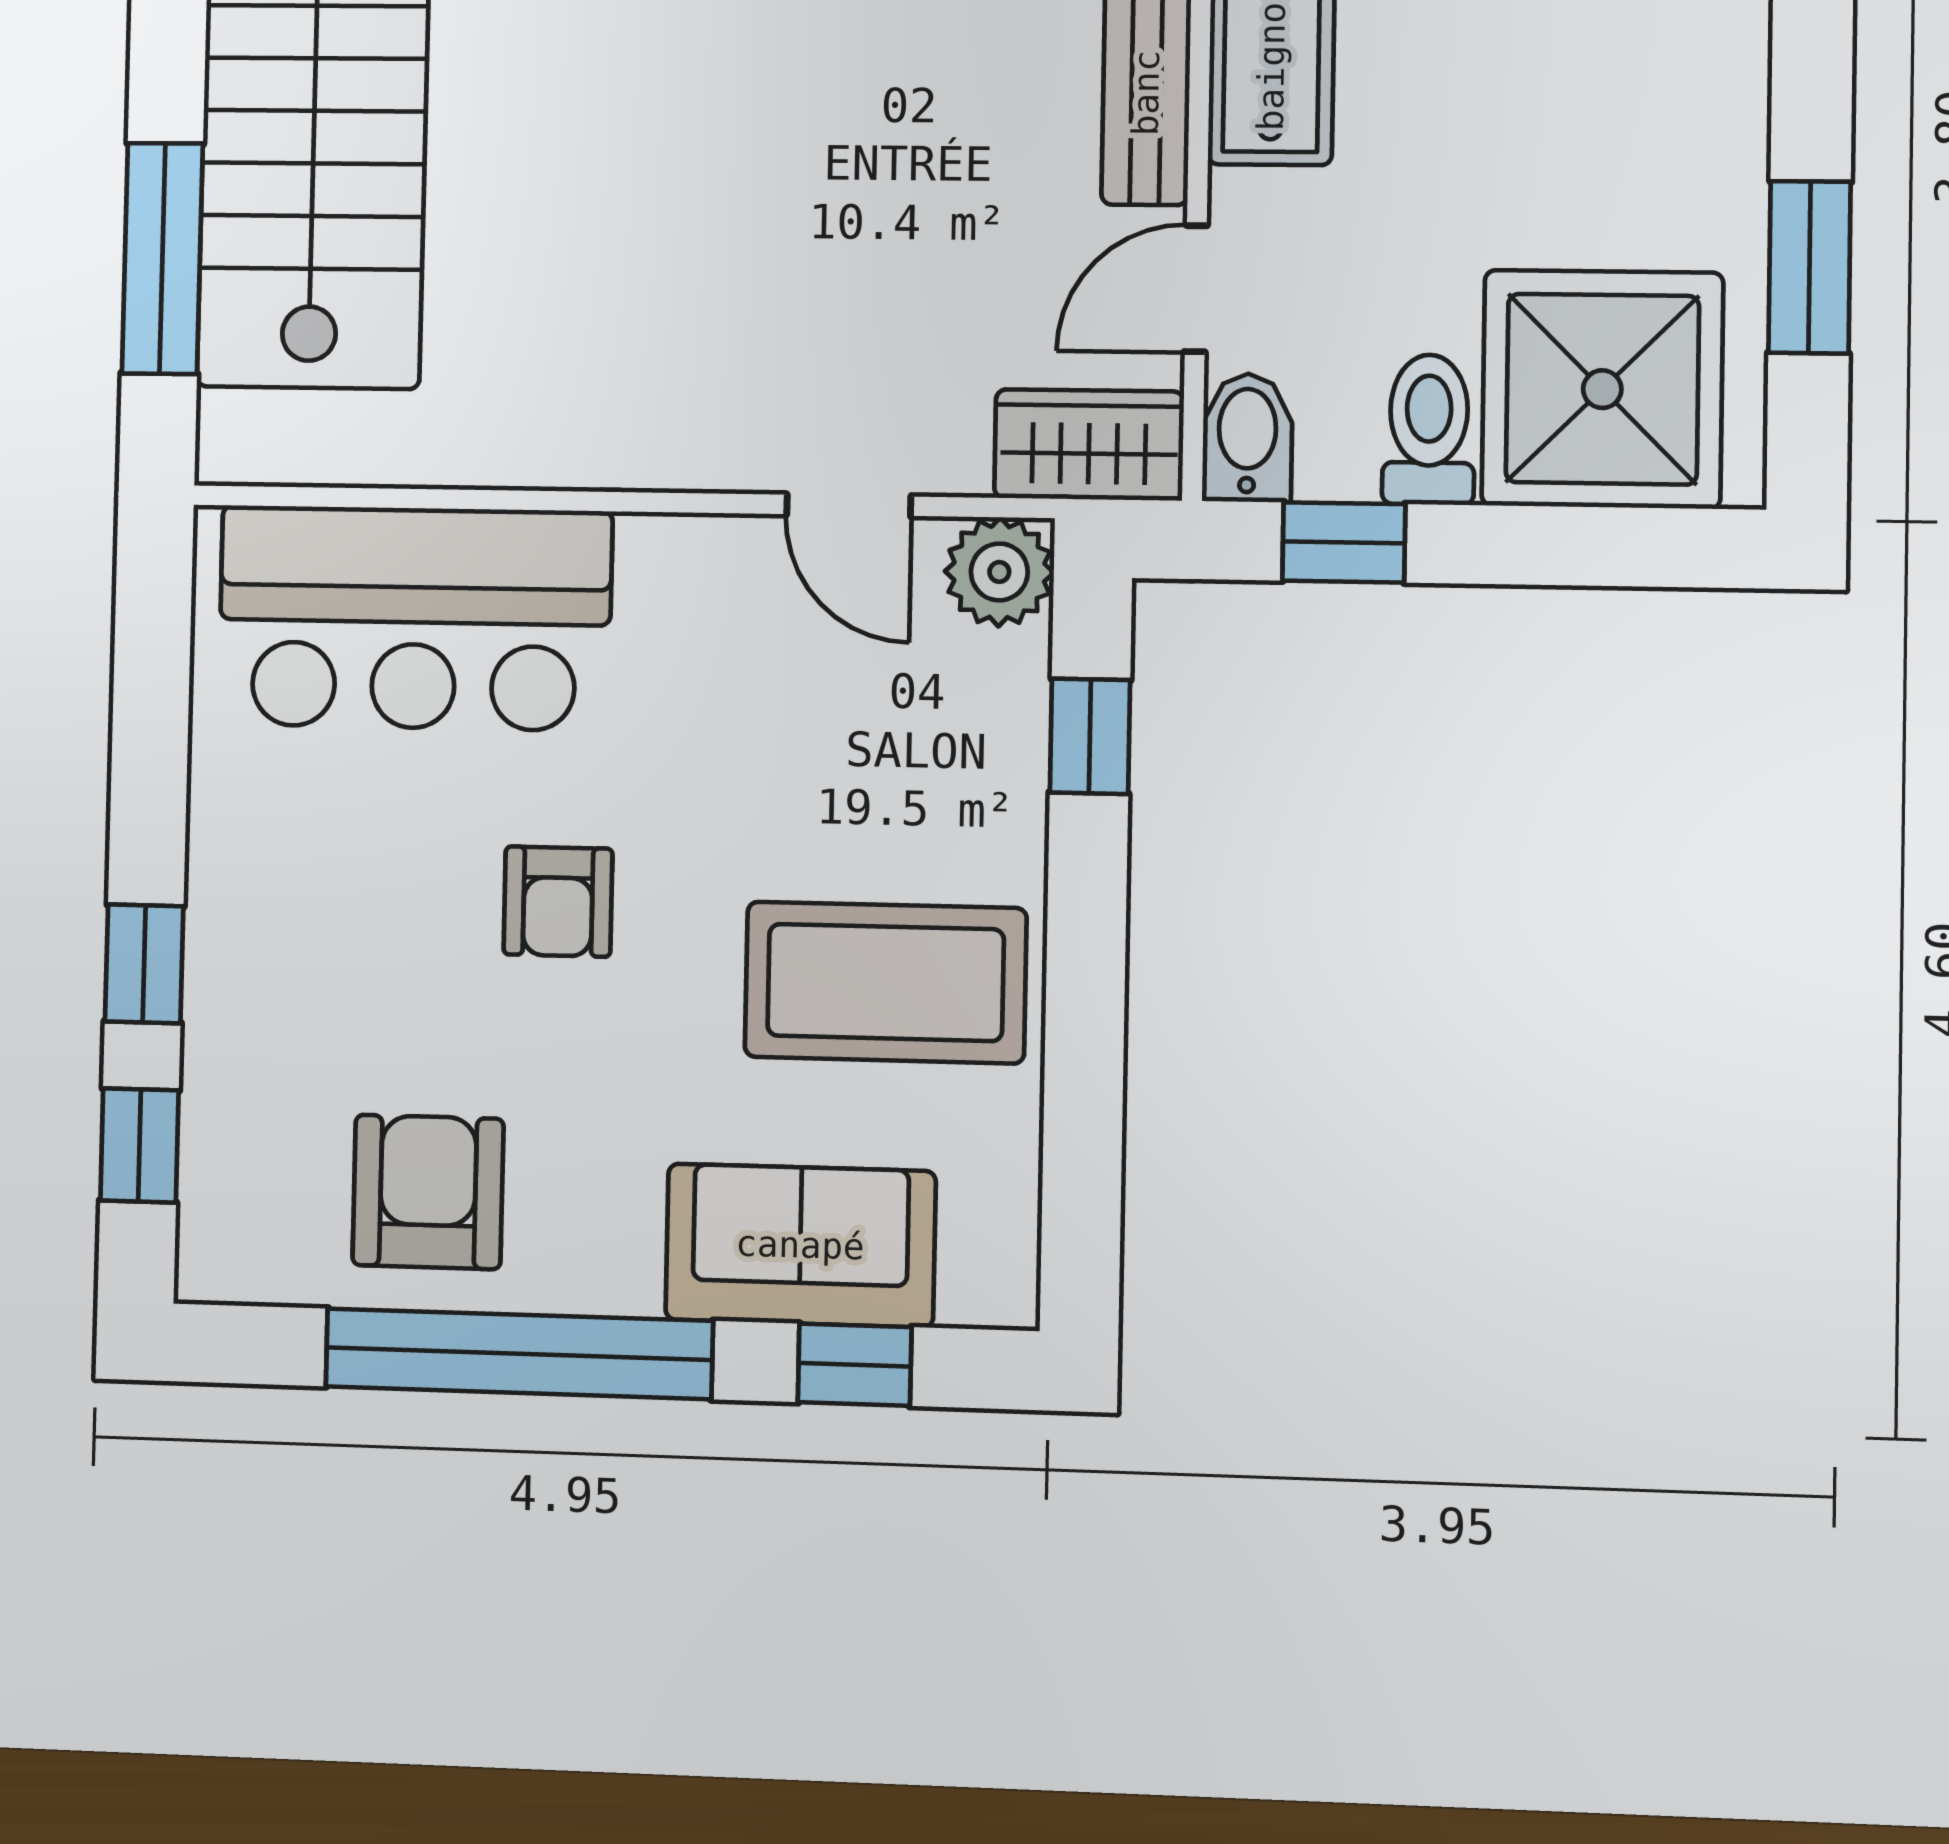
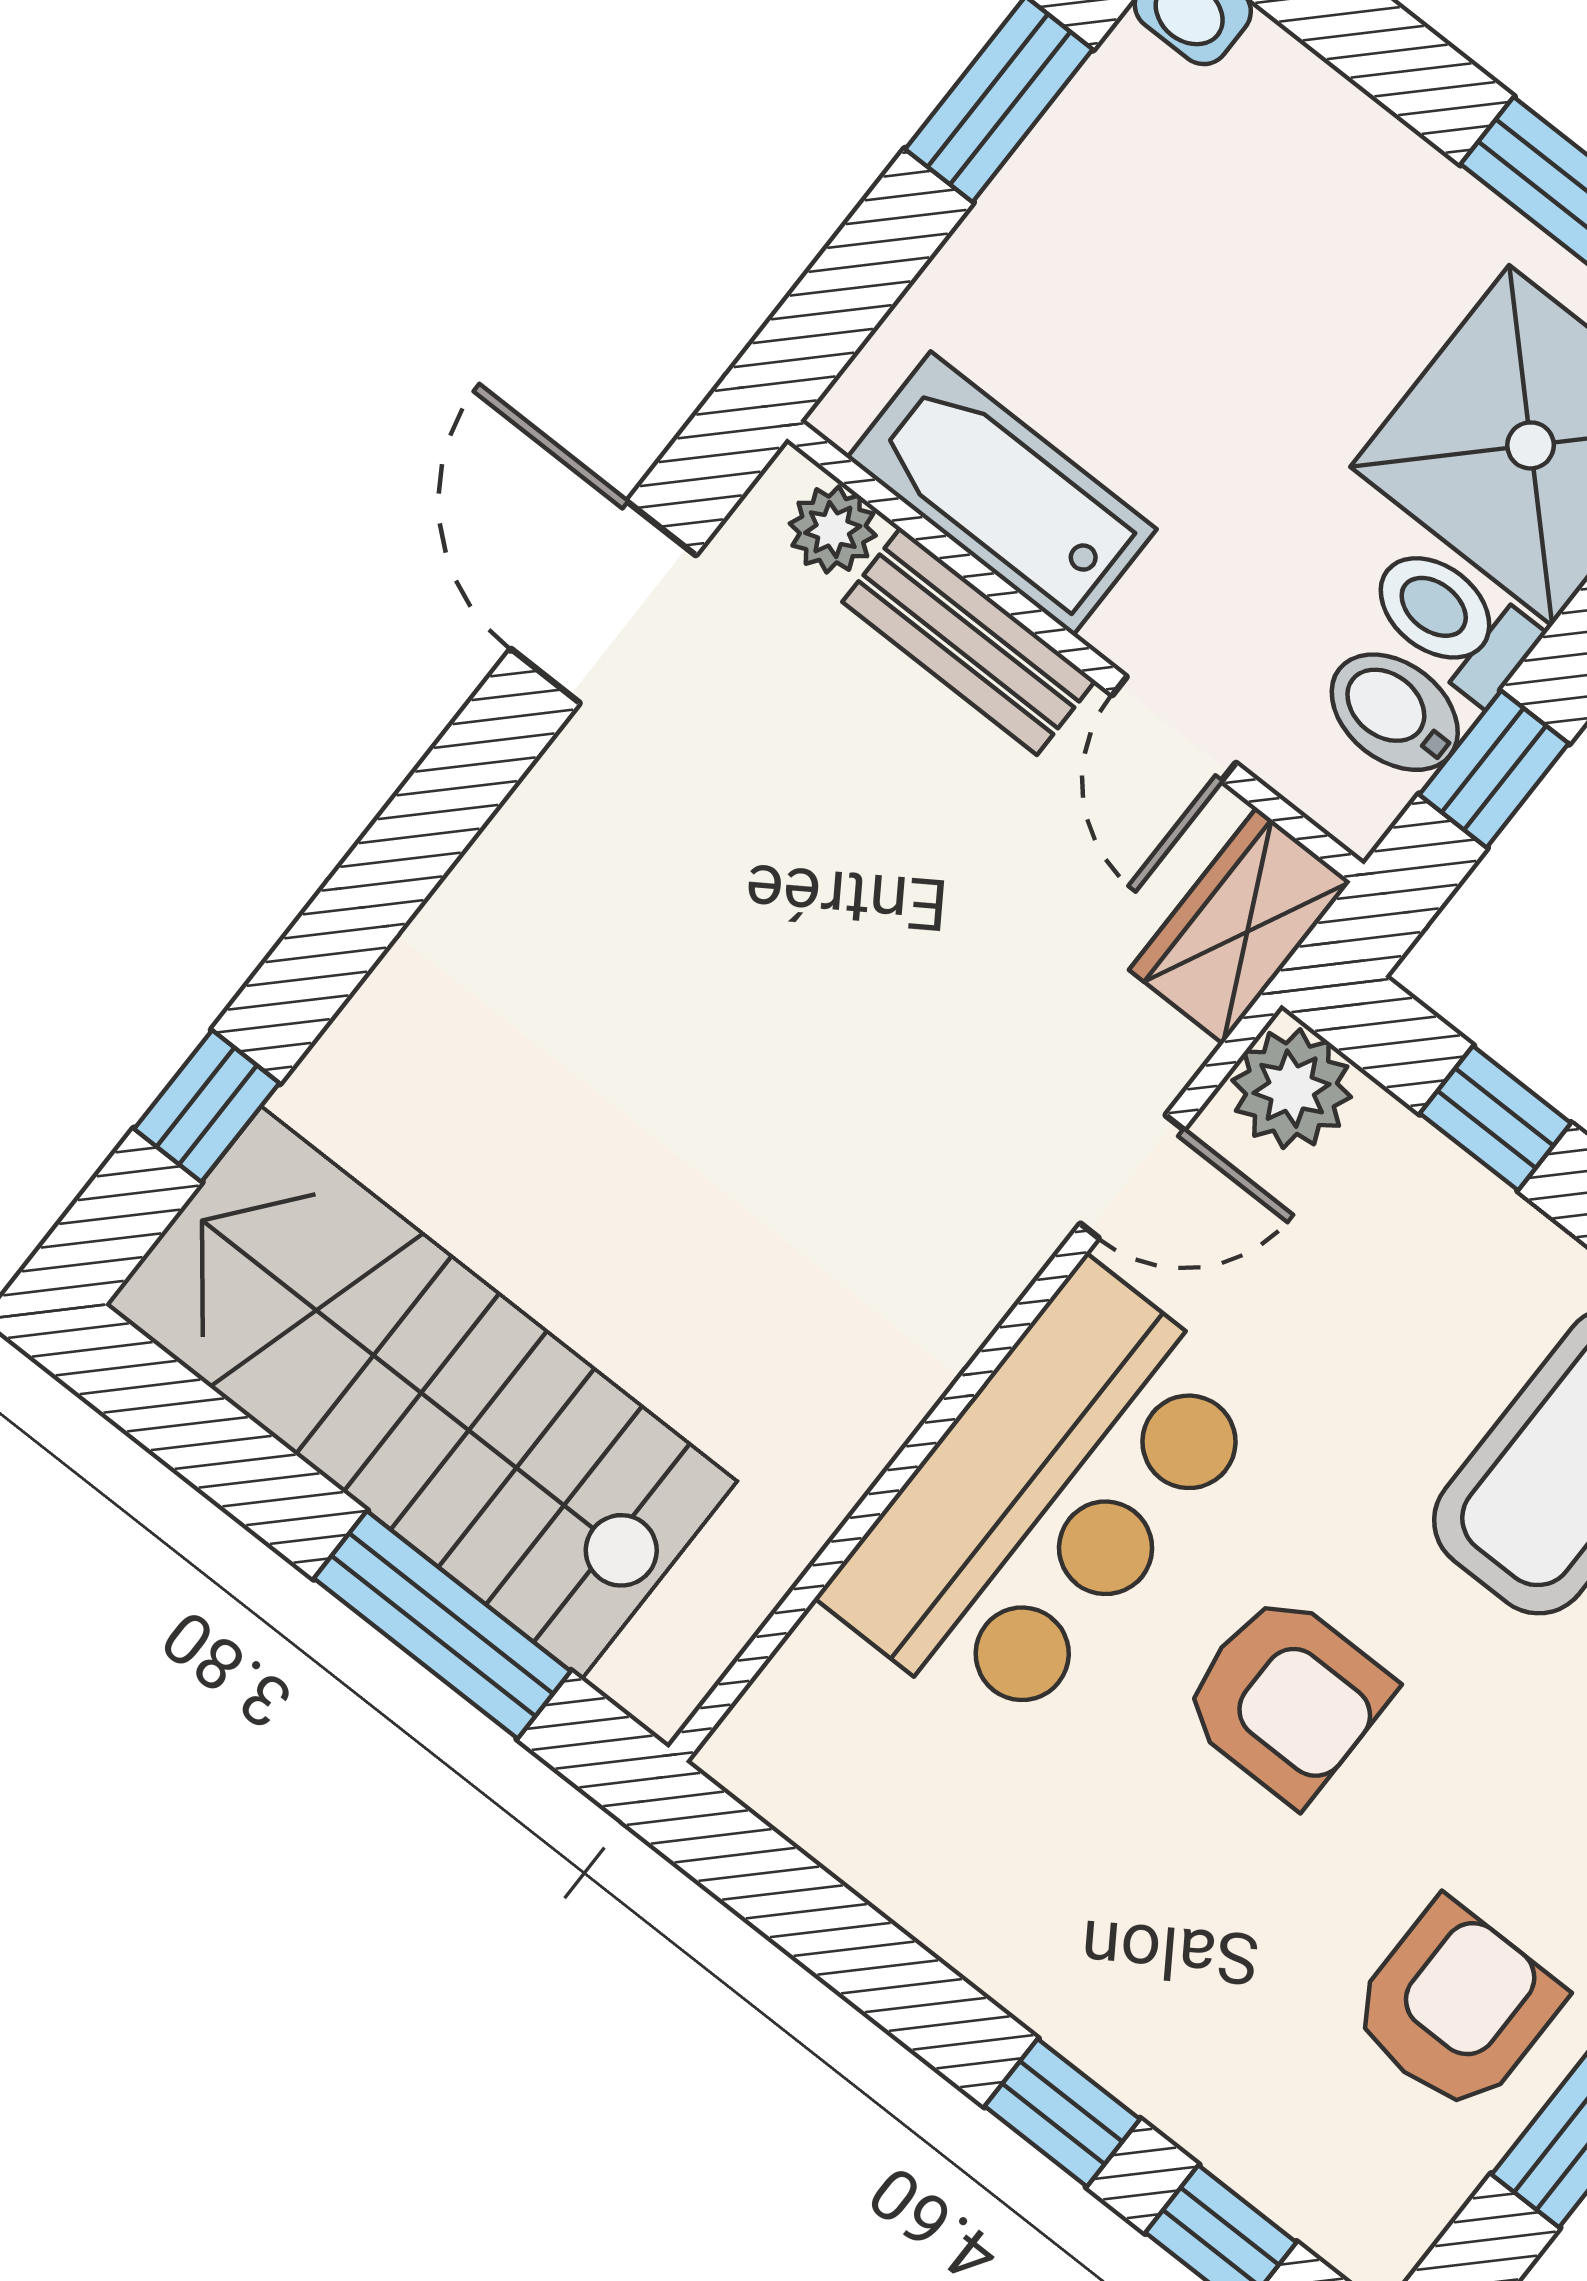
bidet: (1247, 438) -> (1395, 712), moved
bar counter: (415, 618) -> (1046, 1501), moved
armchair: (558, 902) -> (1287, 1698), width x1.38, depth x1.38
armchair: (428, 1192) -> (1456, 2007), turned 90

